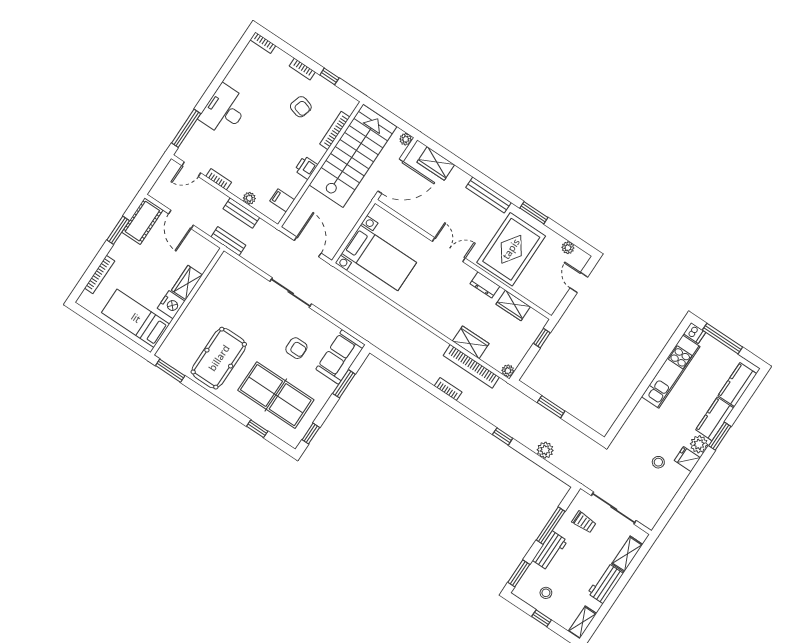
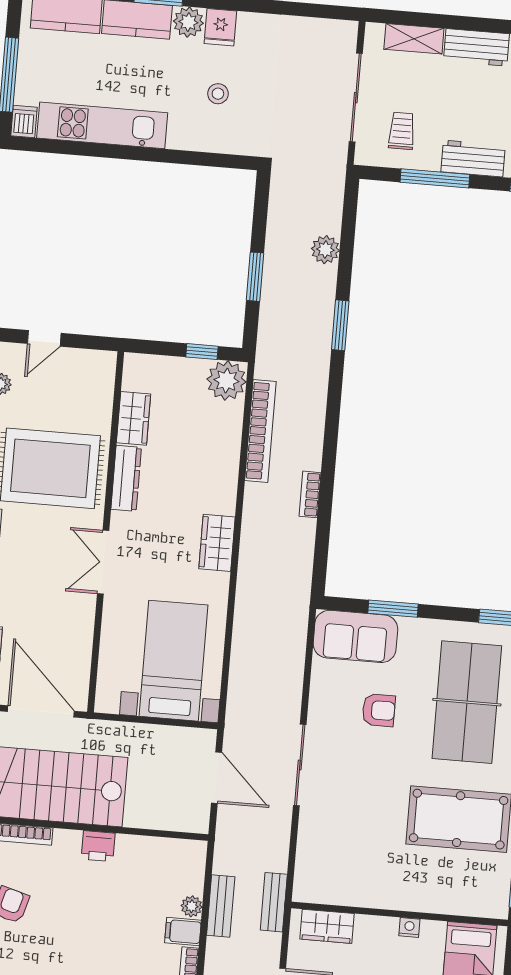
filing cabinet: (282, 200) -> (183, 932), moved, turned 90
door: (308, 247) -> (216, 778), swing flipped
wardrobe: (187, 283) -> (327, 926), moved
dresser: (485, 285) -> (126, 478), width x1.44
nightstand: (171, 305) -> (409, 927), width x0.53, depth x0.56
window: (542, 338) -> (202, 352), moved
wardrobe: (471, 342) -> (217, 543), moved
armchair: (296, 348) -> (379, 710), turned 90
plant: (508, 371) -> (226, 381), width x1.88, depth x1.88
bookcase: (448, 389) -> (310, 494), moved
window: (503, 436) -> (340, 325), width x1.50
stool: (658, 462) -> (218, 94), moved

